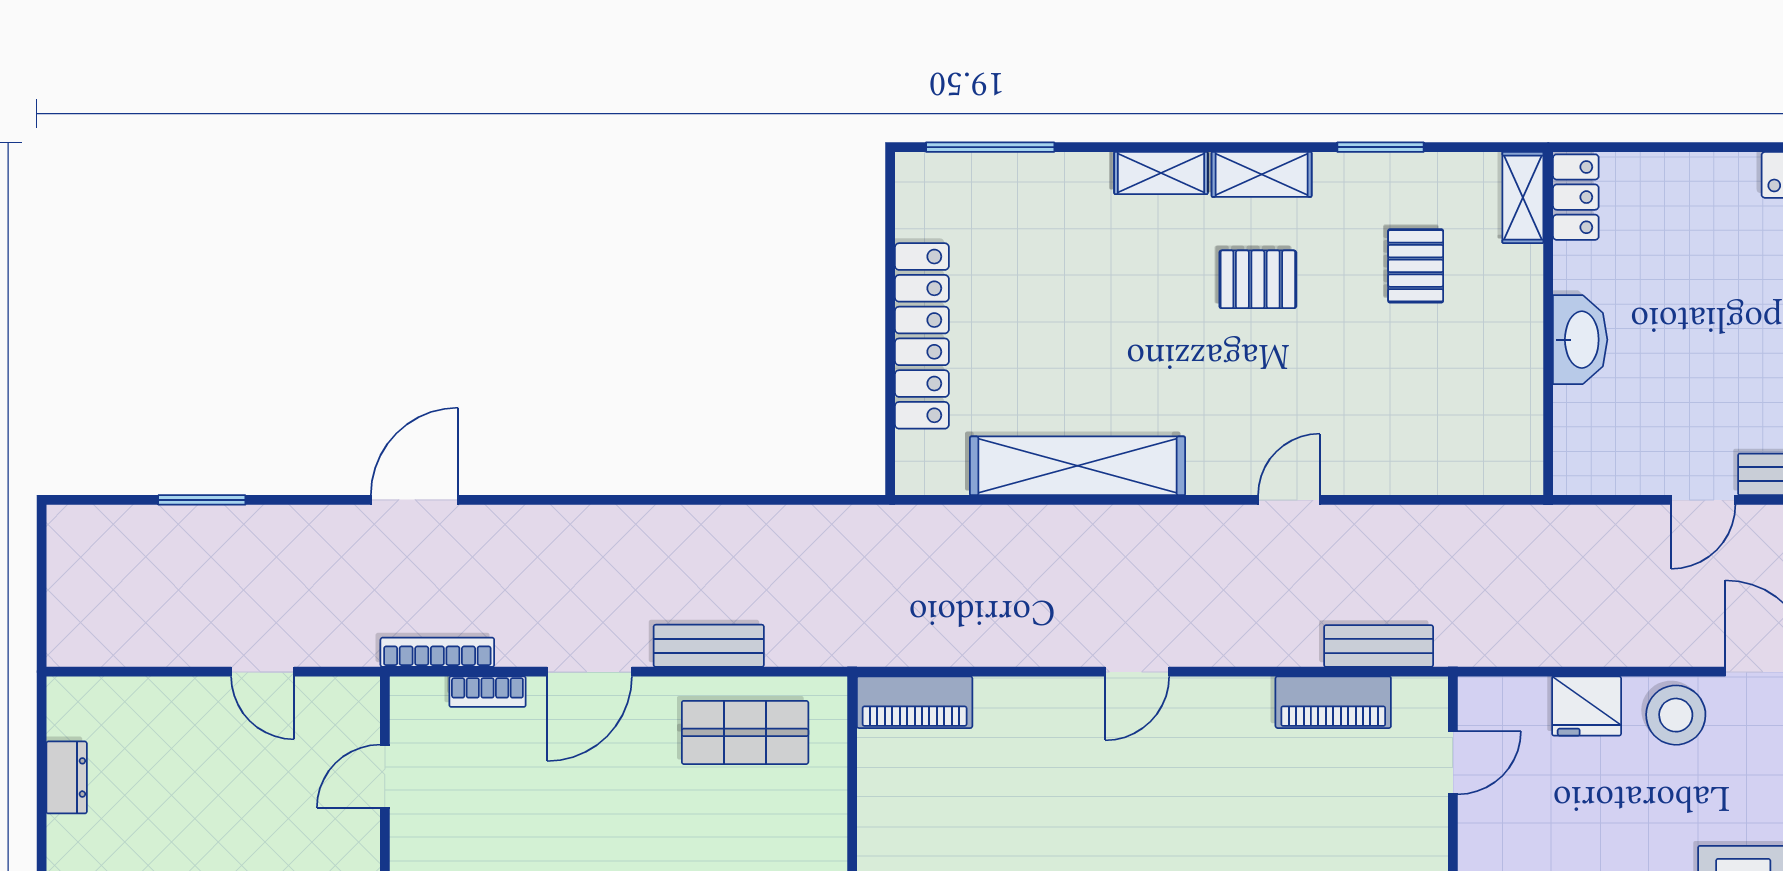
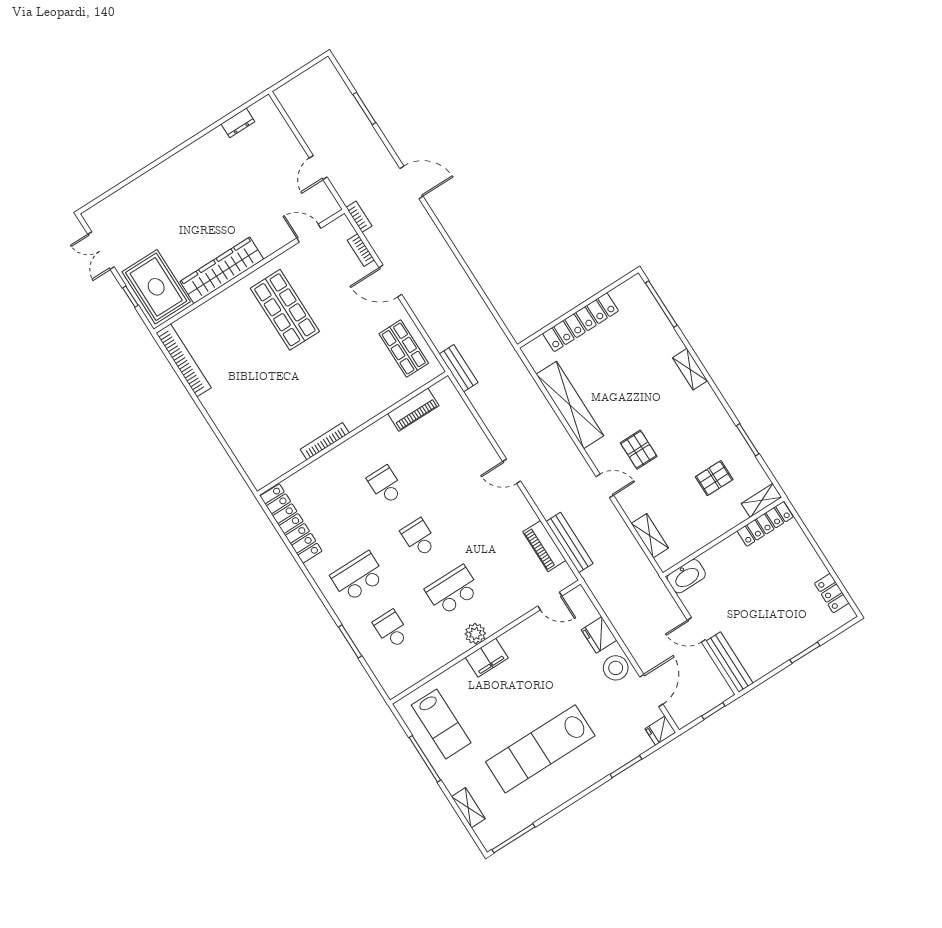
shelving: (1262, 174) -> (650, 536), moved
locker: (1576, 197) -> (765, 524), width x1.53
pallet: (1258, 279) -> (639, 450), moved
washbasin: (1580, 340) -> (686, 576), moved
bench: (709, 646) -> (459, 368), moved
bench: (1379, 646) -> (570, 543), width x1.36
bookcase: (437, 652) -> (359, 217), width x0.64
piano: (915, 702) -> (413, 410), moved, turned -90

